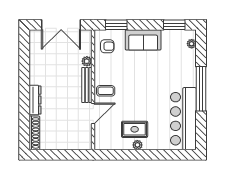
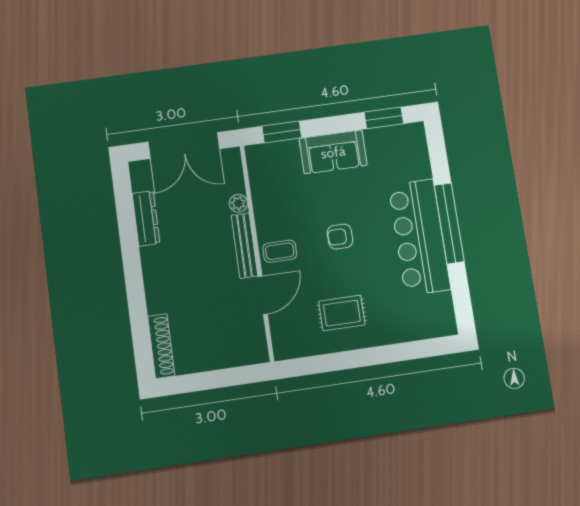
plant: (192, 44) -> (419, 146), removed
armchair: (107, 46) -> (340, 237), moved, turned 180
dresser: (35, 100) -> (146, 218), moved
bar counter: (183, 119) -> (419, 237), moved
plant: (137, 145) -> (351, 341), removed

